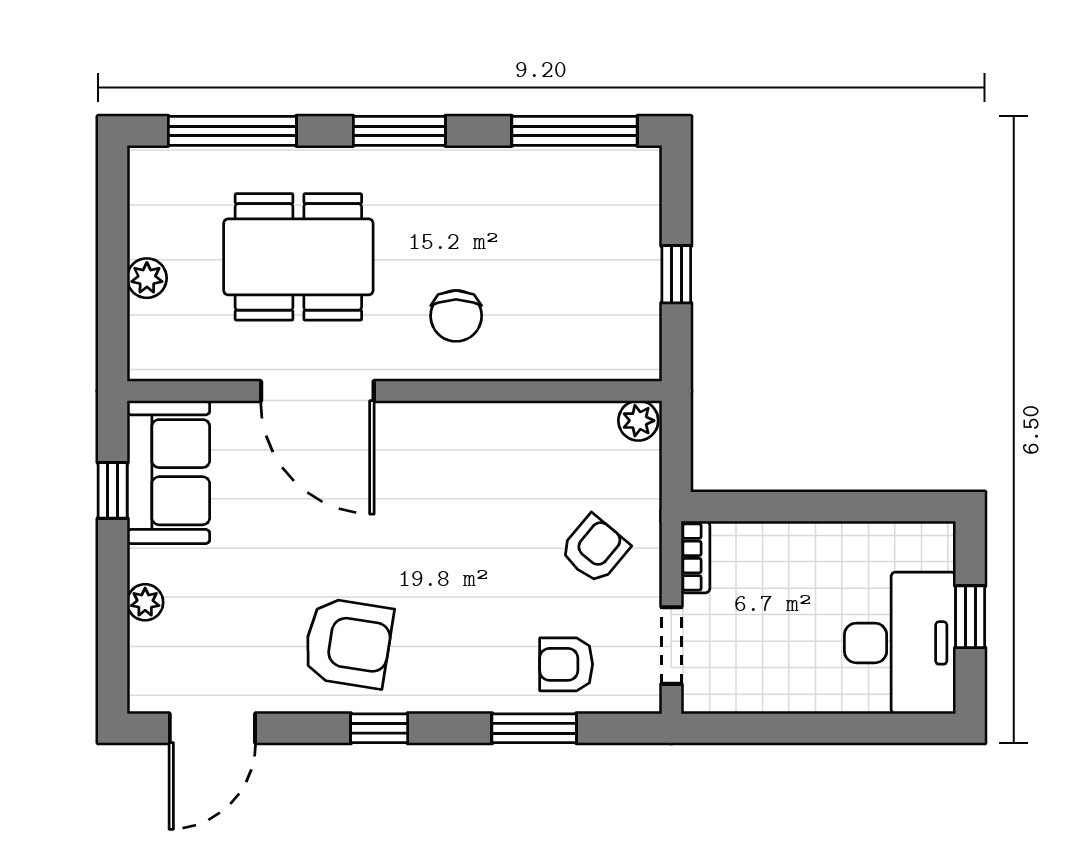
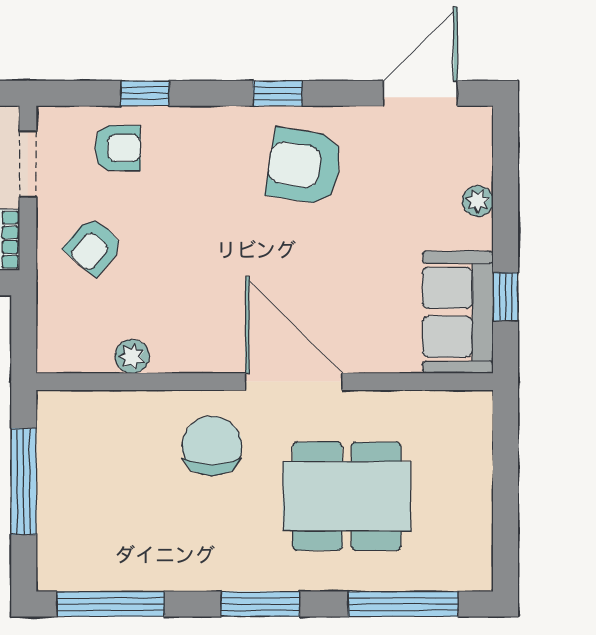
window: (676, 274) -> (24, 481), width x2.17
plant: (147, 278) -> (476, 478), removed
chair: (456, 316) -> (212, 446), width x1.37, depth x1.37
door: (317, 391) -> (294, 382), moved
plant: (638, 421) -> (132, 356), moved
window: (534, 728) -> (145, 93), width x0.67

